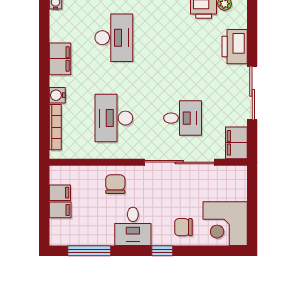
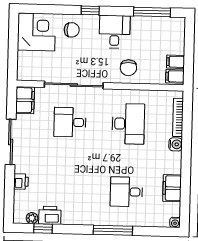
desk: (114, 38) -> (126, 192), width x0.73
printer: (235, 47) -> (21, 182), width x0.53, depth x0.68
filing cabinet: (60, 59) -> (172, 188), moved
filing cabinet: (60, 210) -> (175, 76), moved

